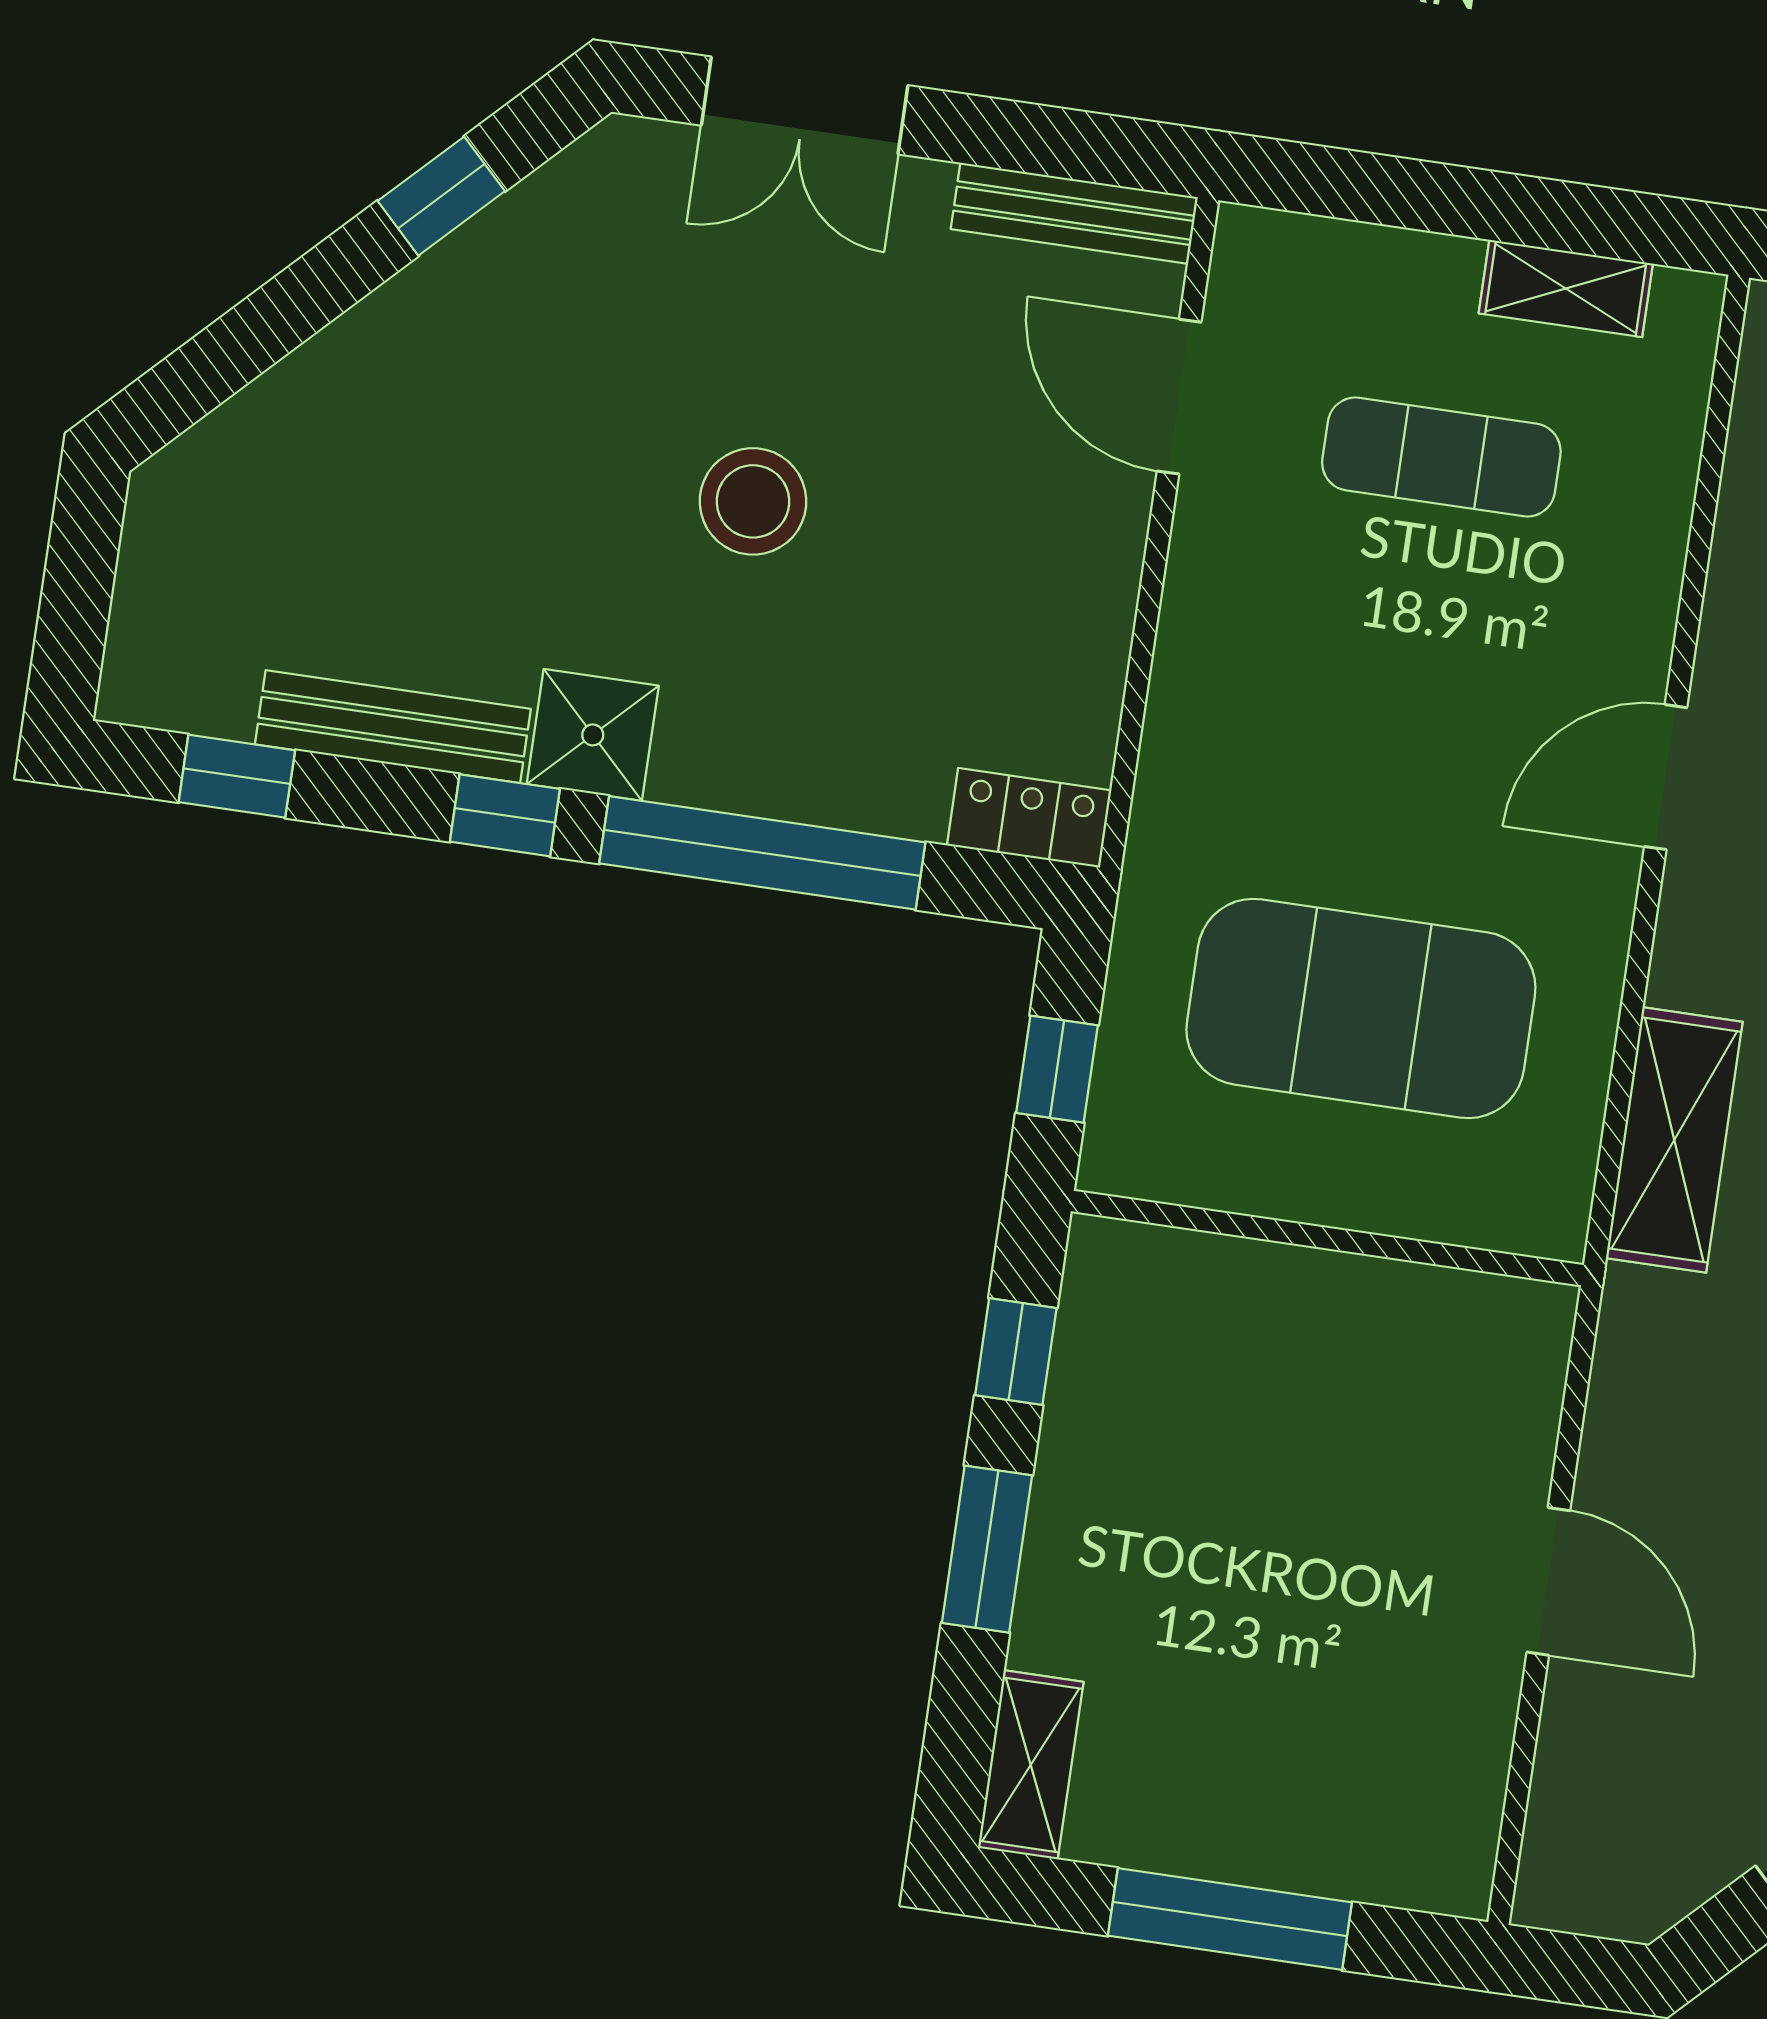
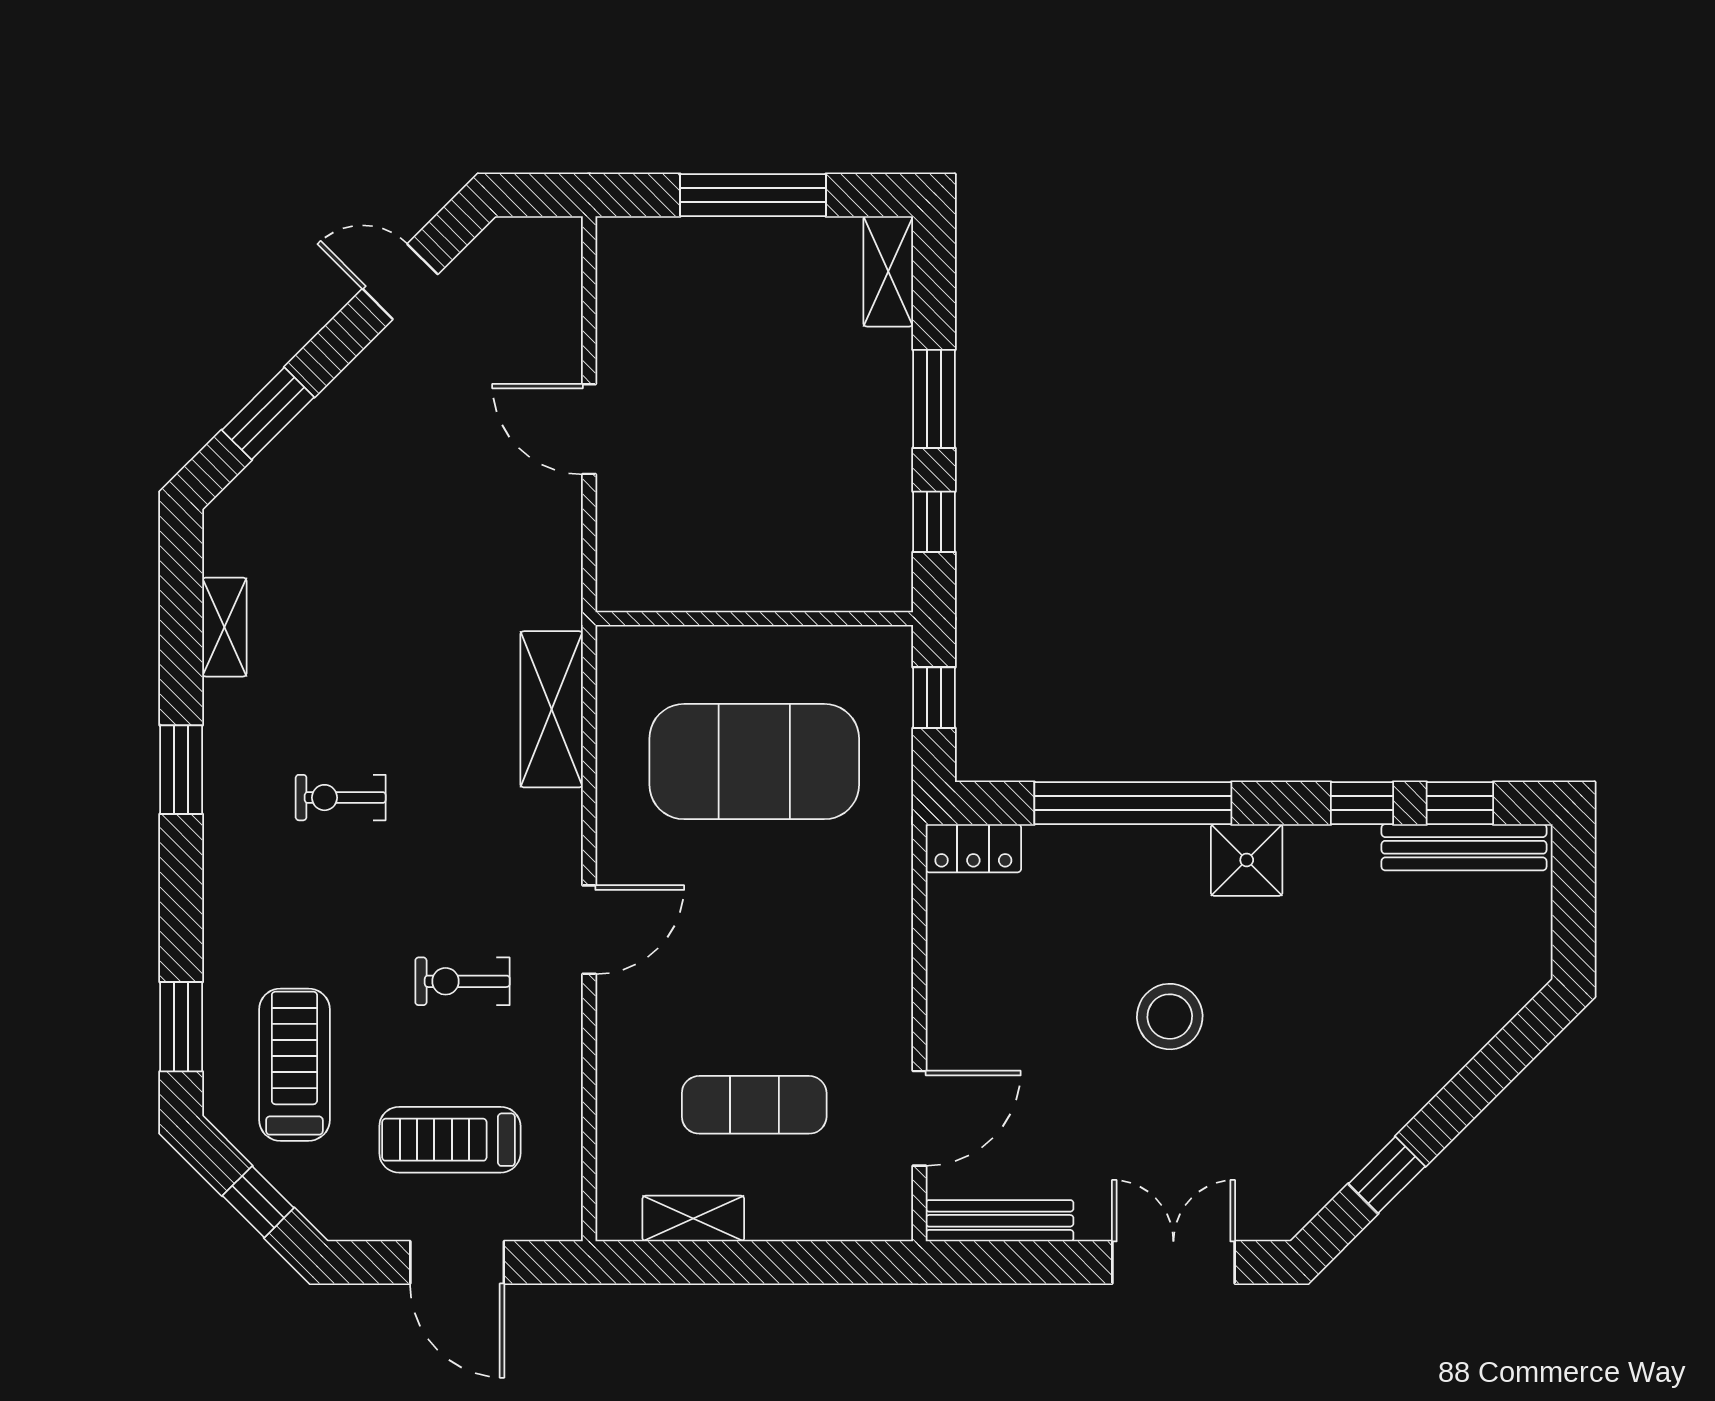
door: (1179, 397) -> (919, 1118), hinge flipped
bench: (393, 727) -> (1464, 847), moved
window: (505, 815) -> (1362, 803), moved

